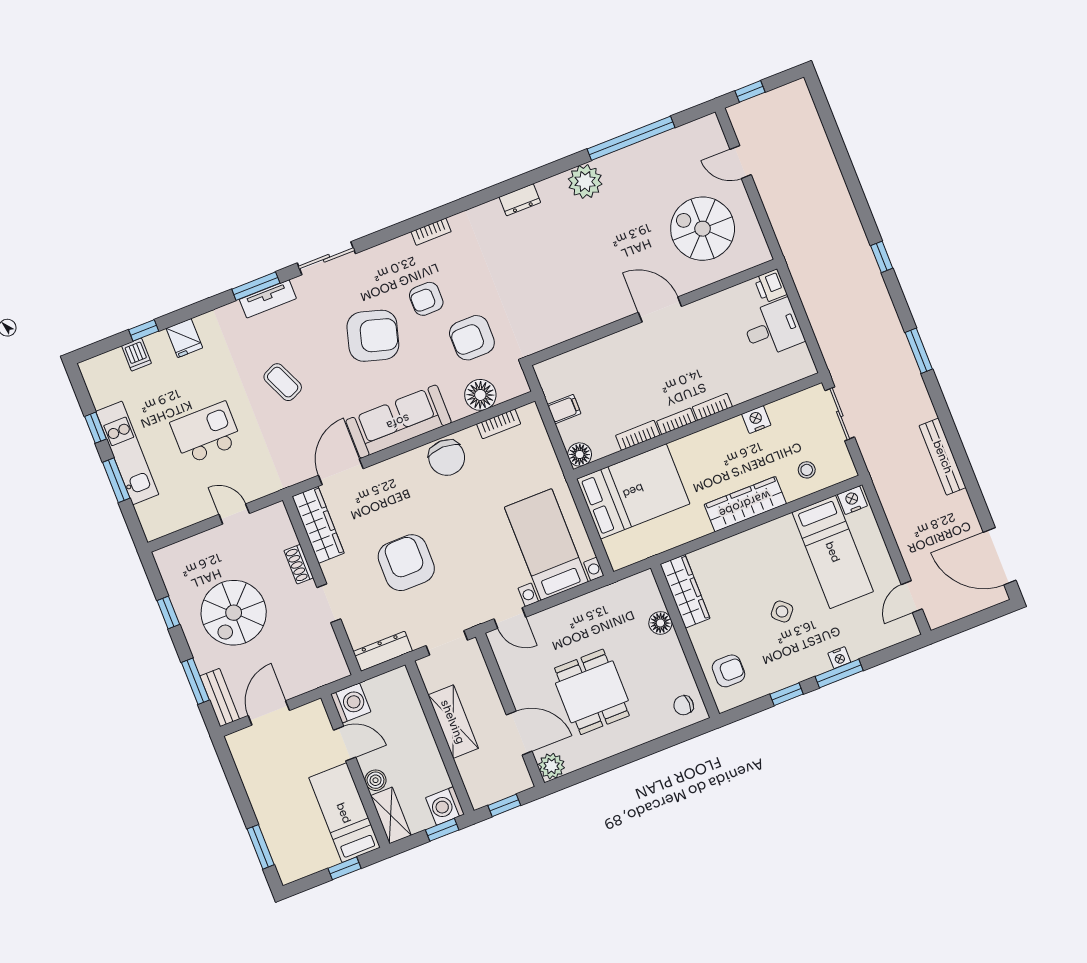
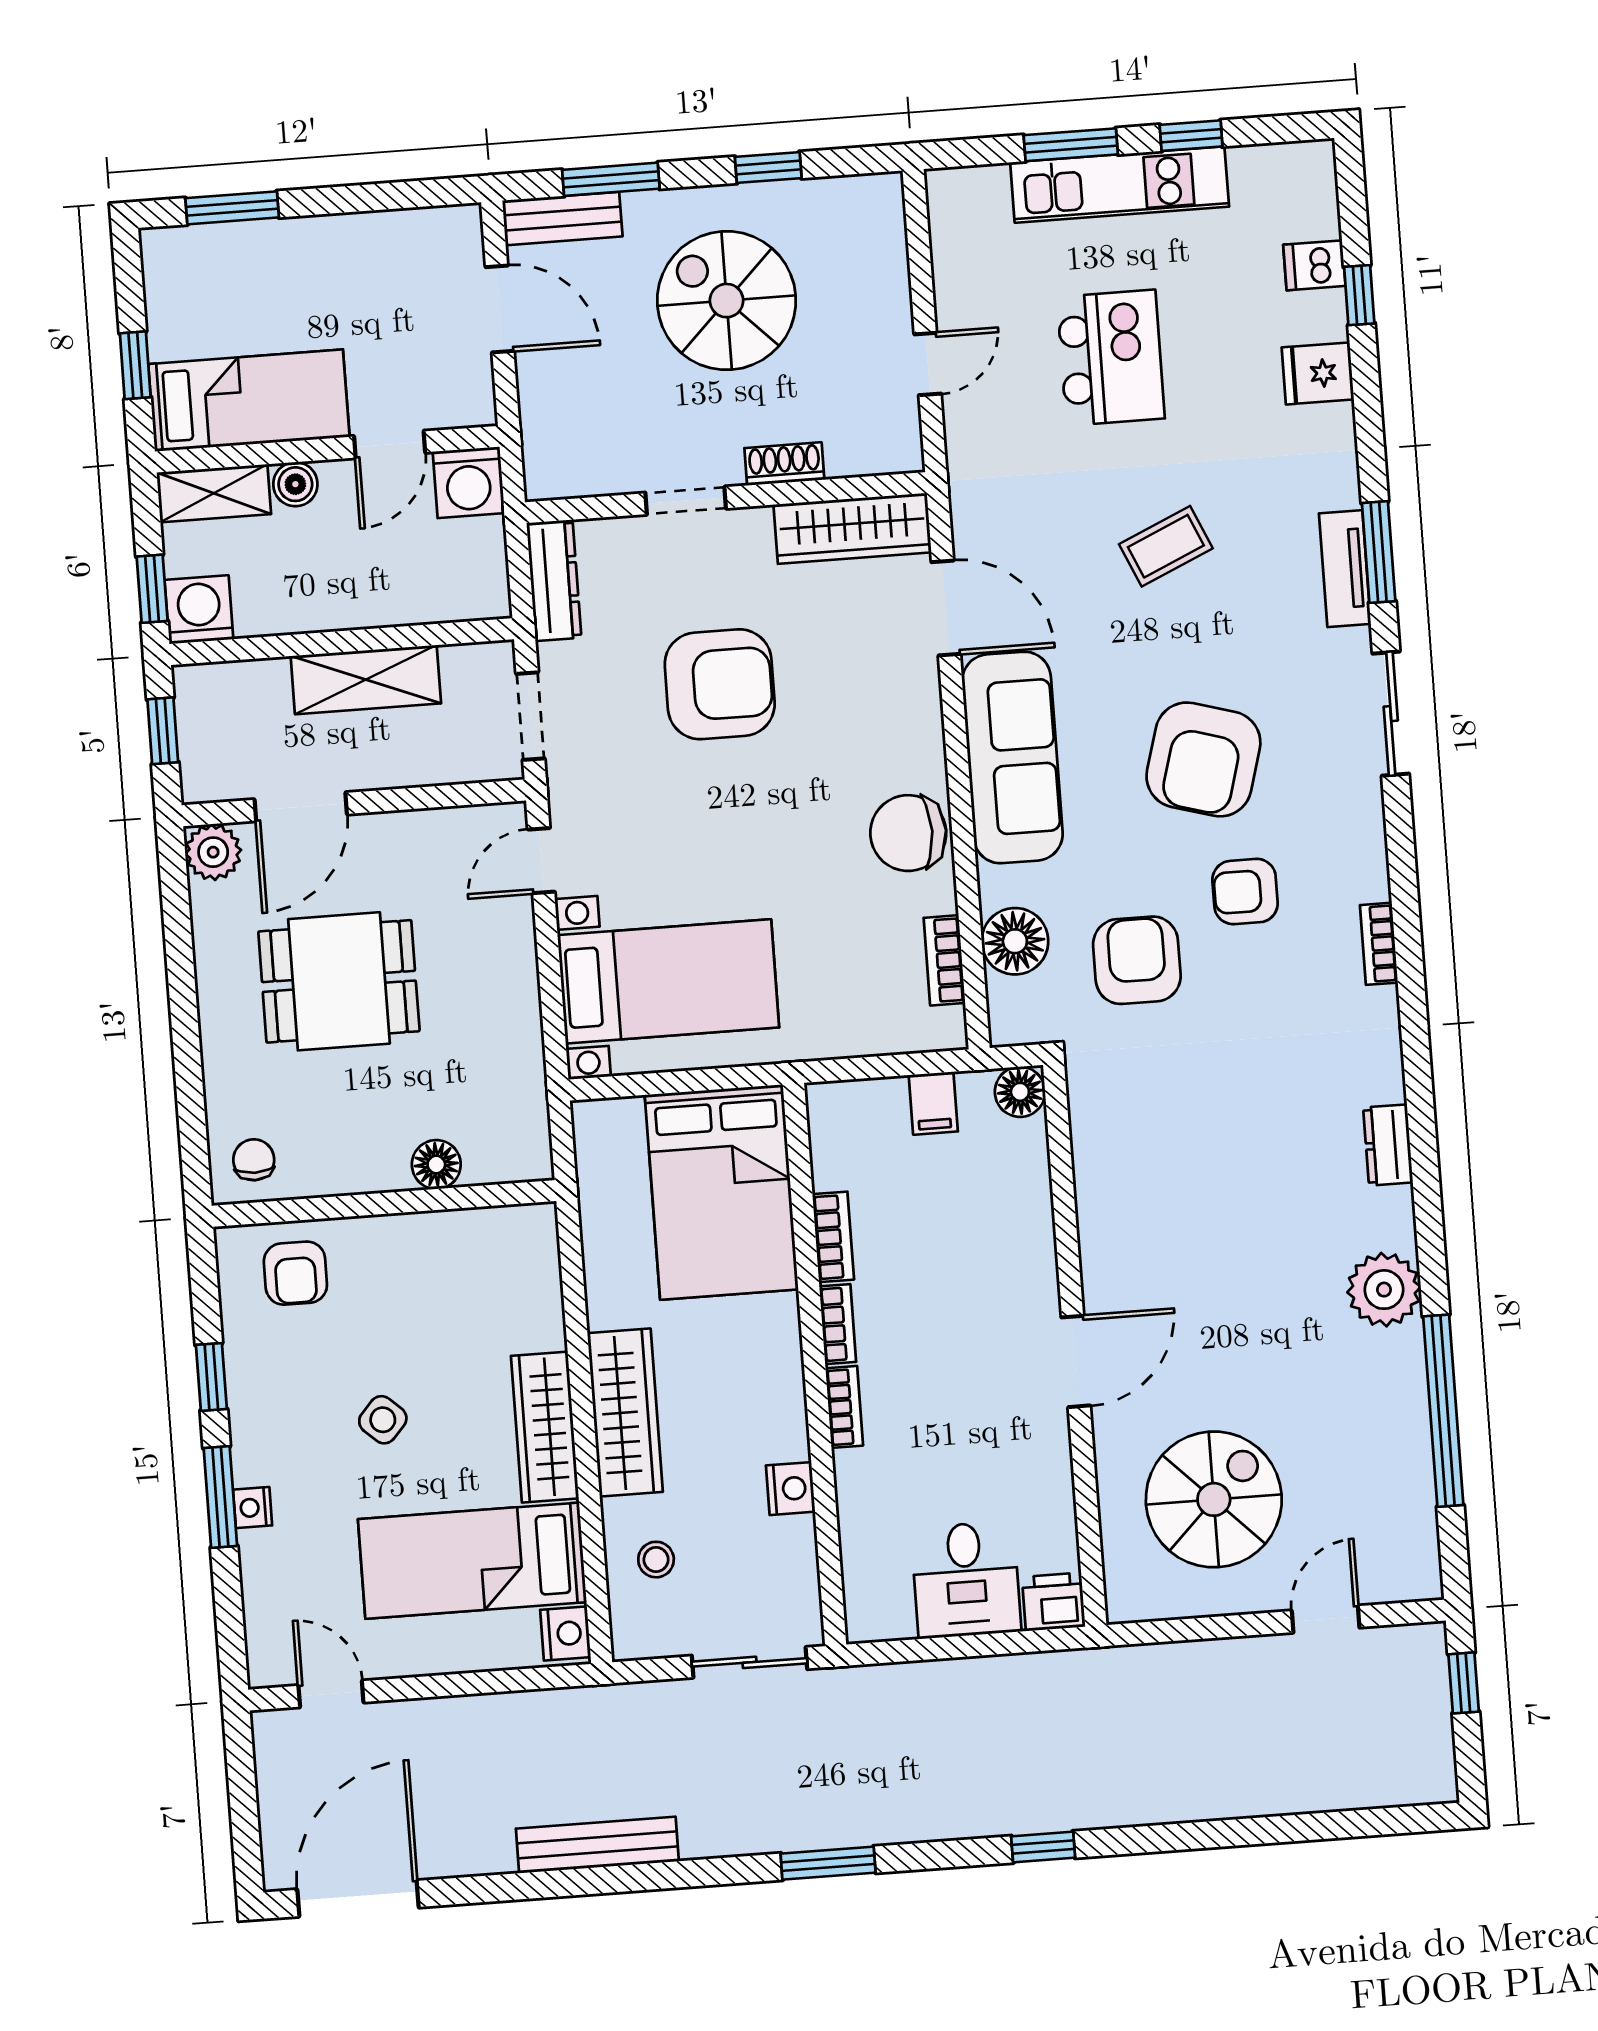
armchair: (426, 299) -> (1245, 892), turned -90
floor lamp: (580, 454) -> (1020, 1092), moved
wardrobe: (685, 591) -> (545, 1427), moved, turned 90

